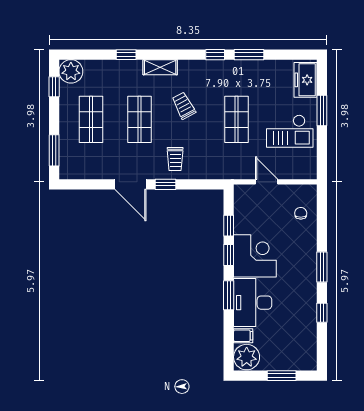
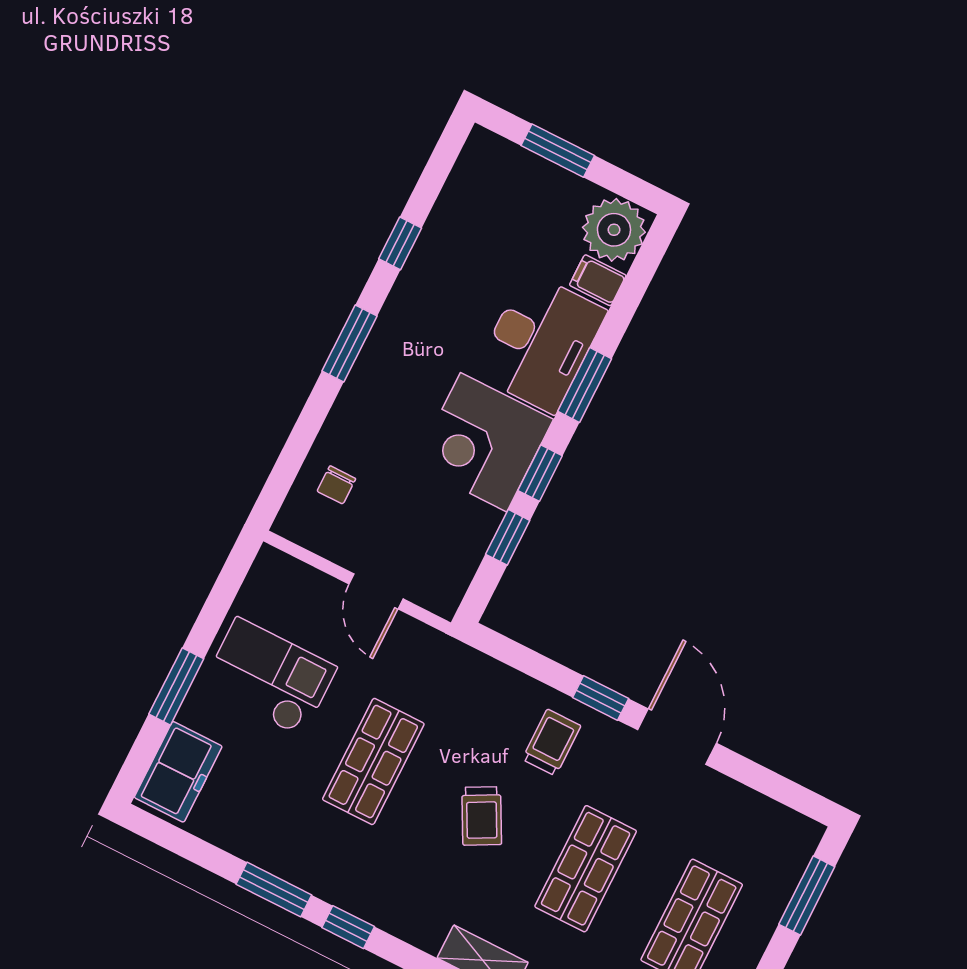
trolley: (184, 106) -> (482, 816), moved

